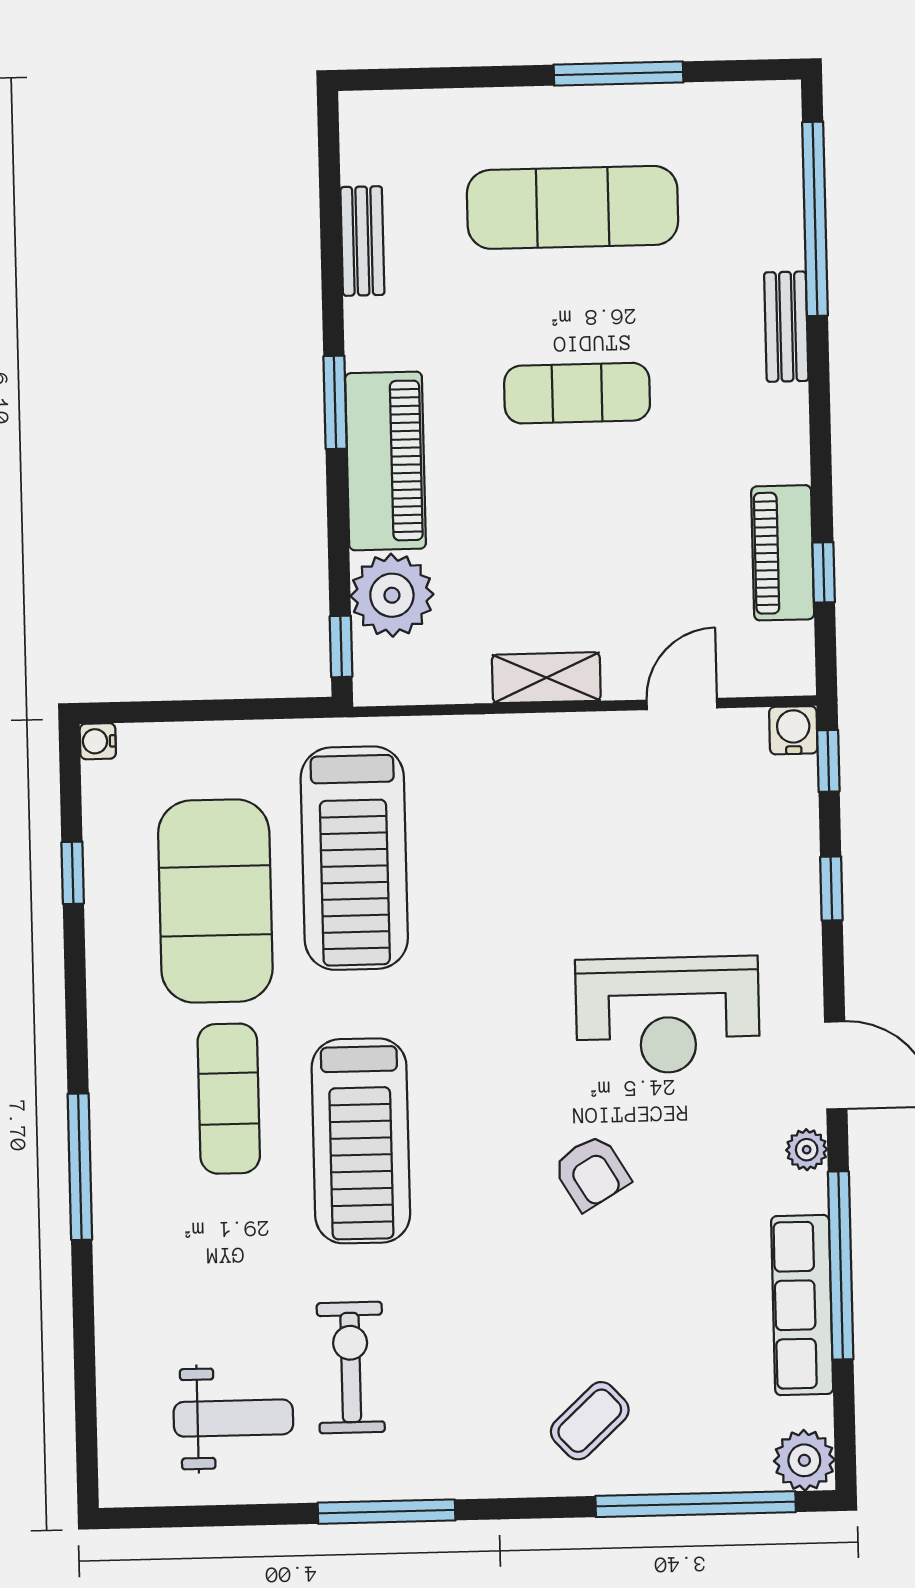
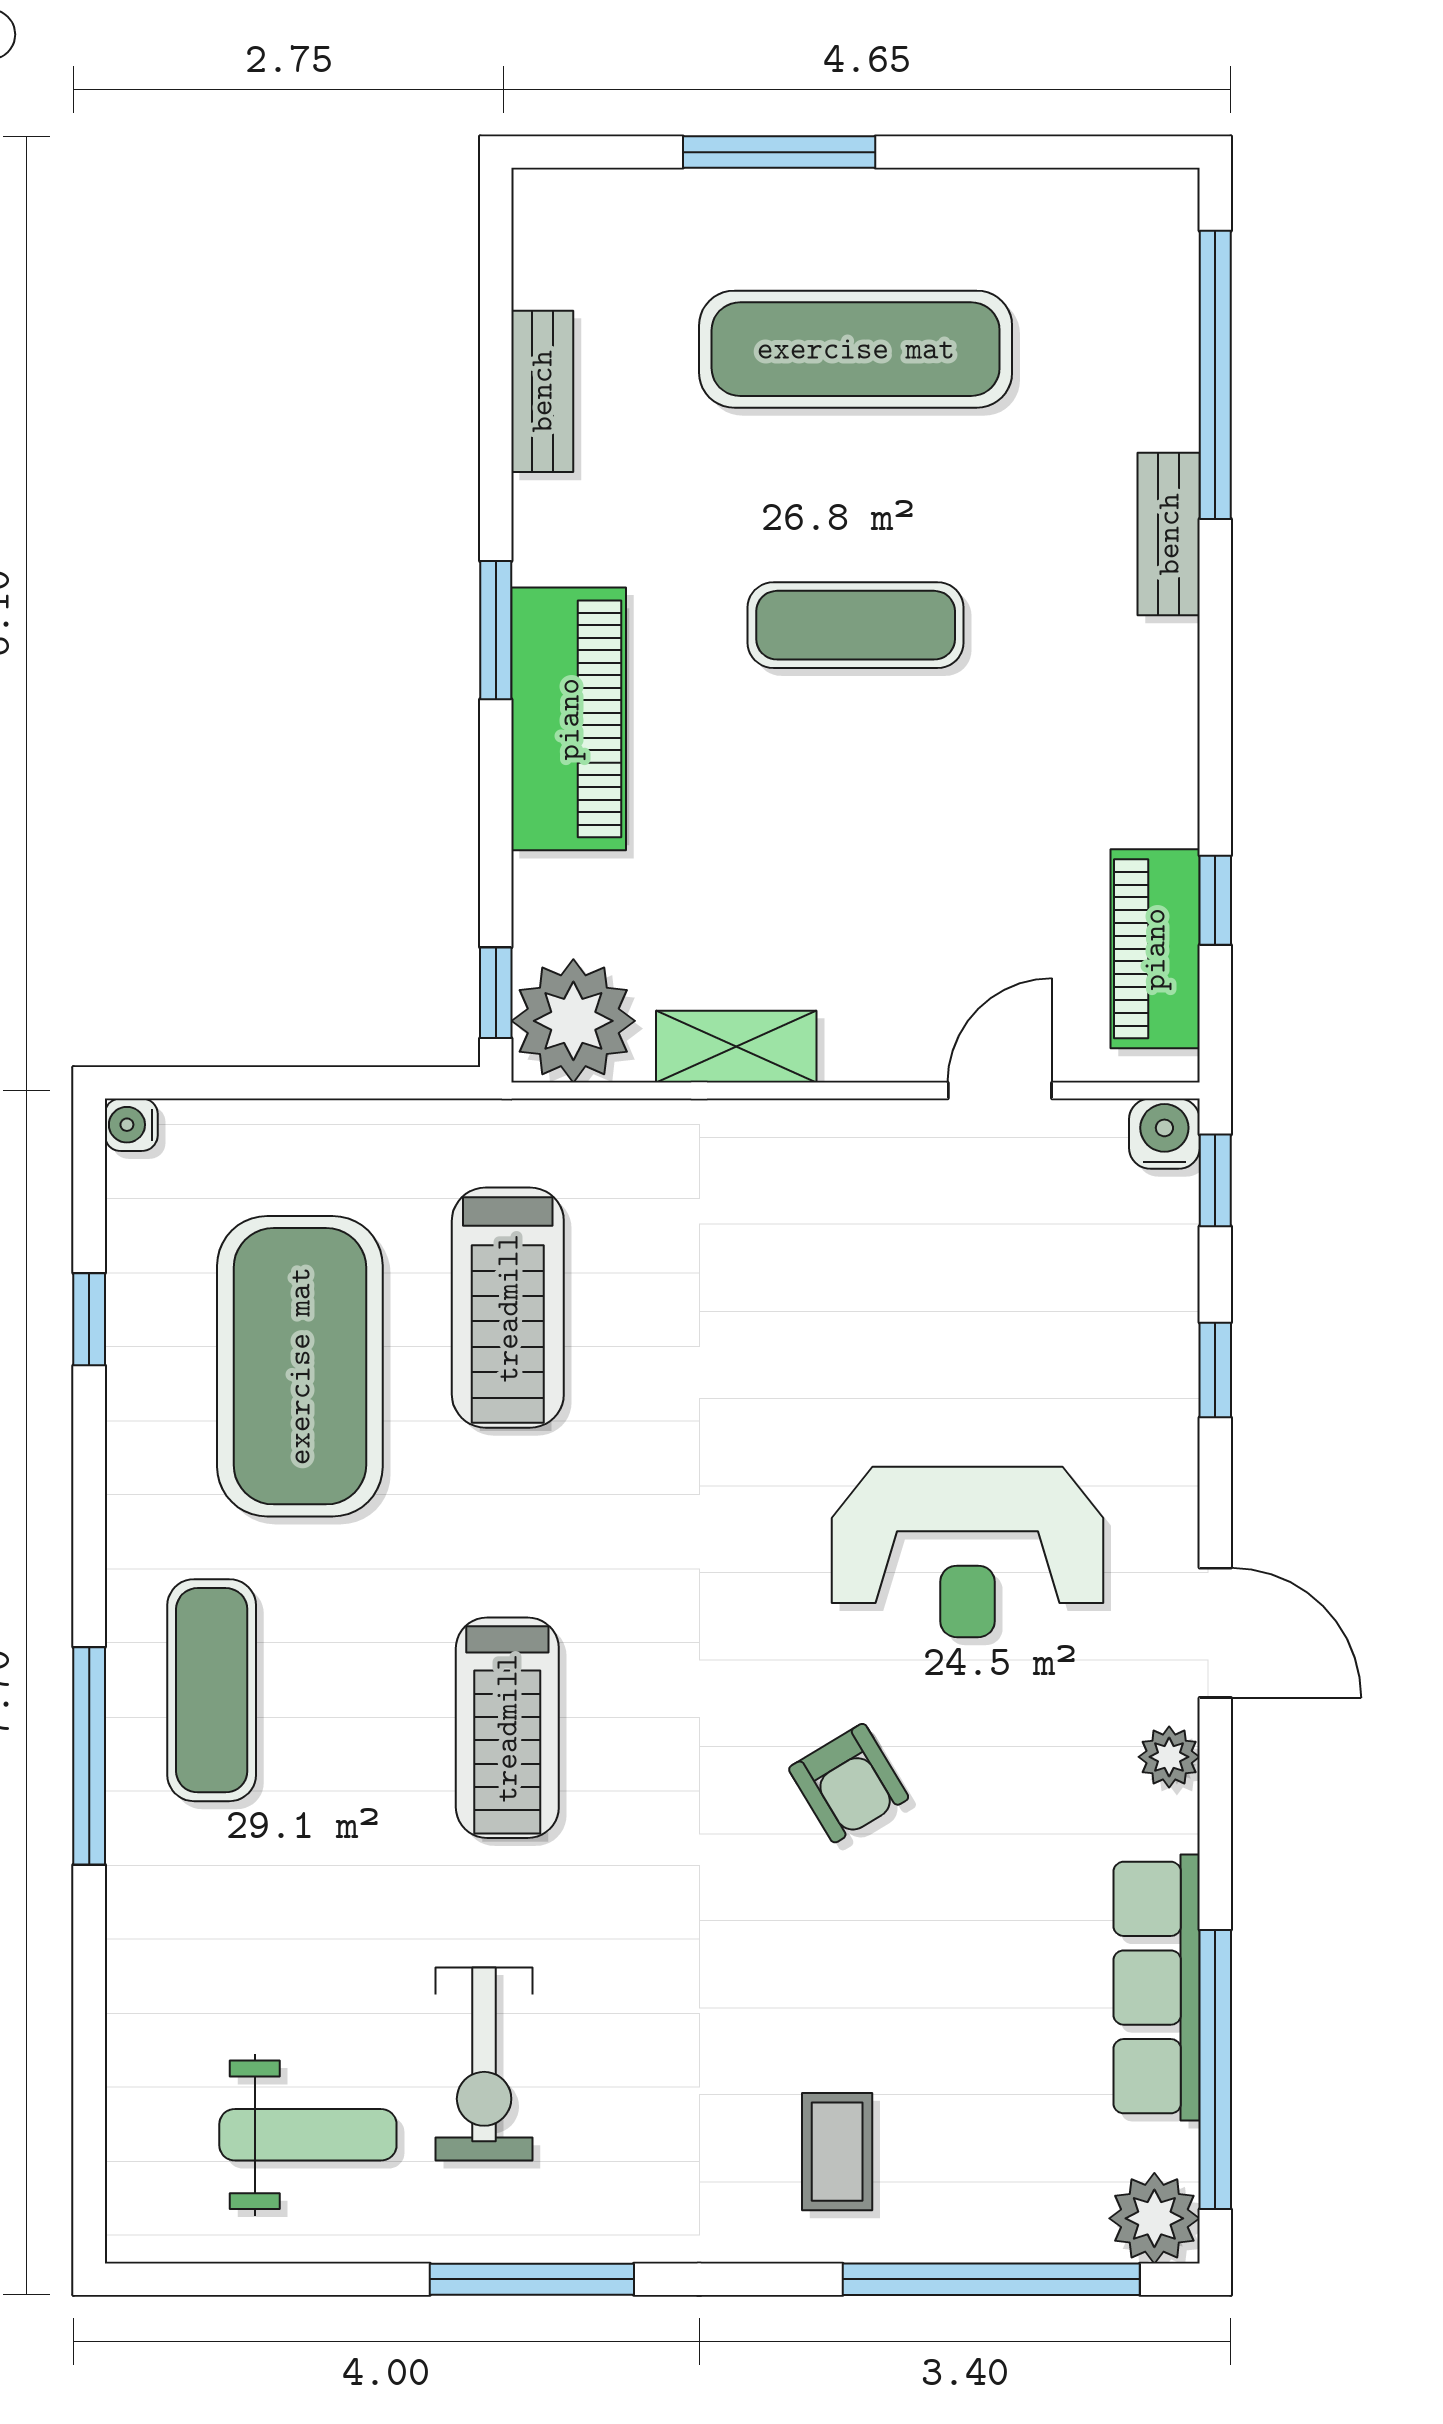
window: (618, 74) -> (779, 152), moved
piano: (783, 553) -> (1155, 949), moved
plant: (392, 595) -> (573, 1021), moved
shelving: (546, 678) -> (736, 1047), moved
treadmill: (354, 858) -> (508, 1308), width x0.73, depth x0.73
exercise mat: (229, 1099) -> (212, 1690), moved
treadmill: (361, 1141) -> (507, 1728), width x0.73, depth x0.73
window: (841, 1265) -> (1215, 2069), moved
exercise bike: (351, 1367) -> (484, 2064), turned 180
coffee table: (590, 1421) -> (837, 2152), turned -47

